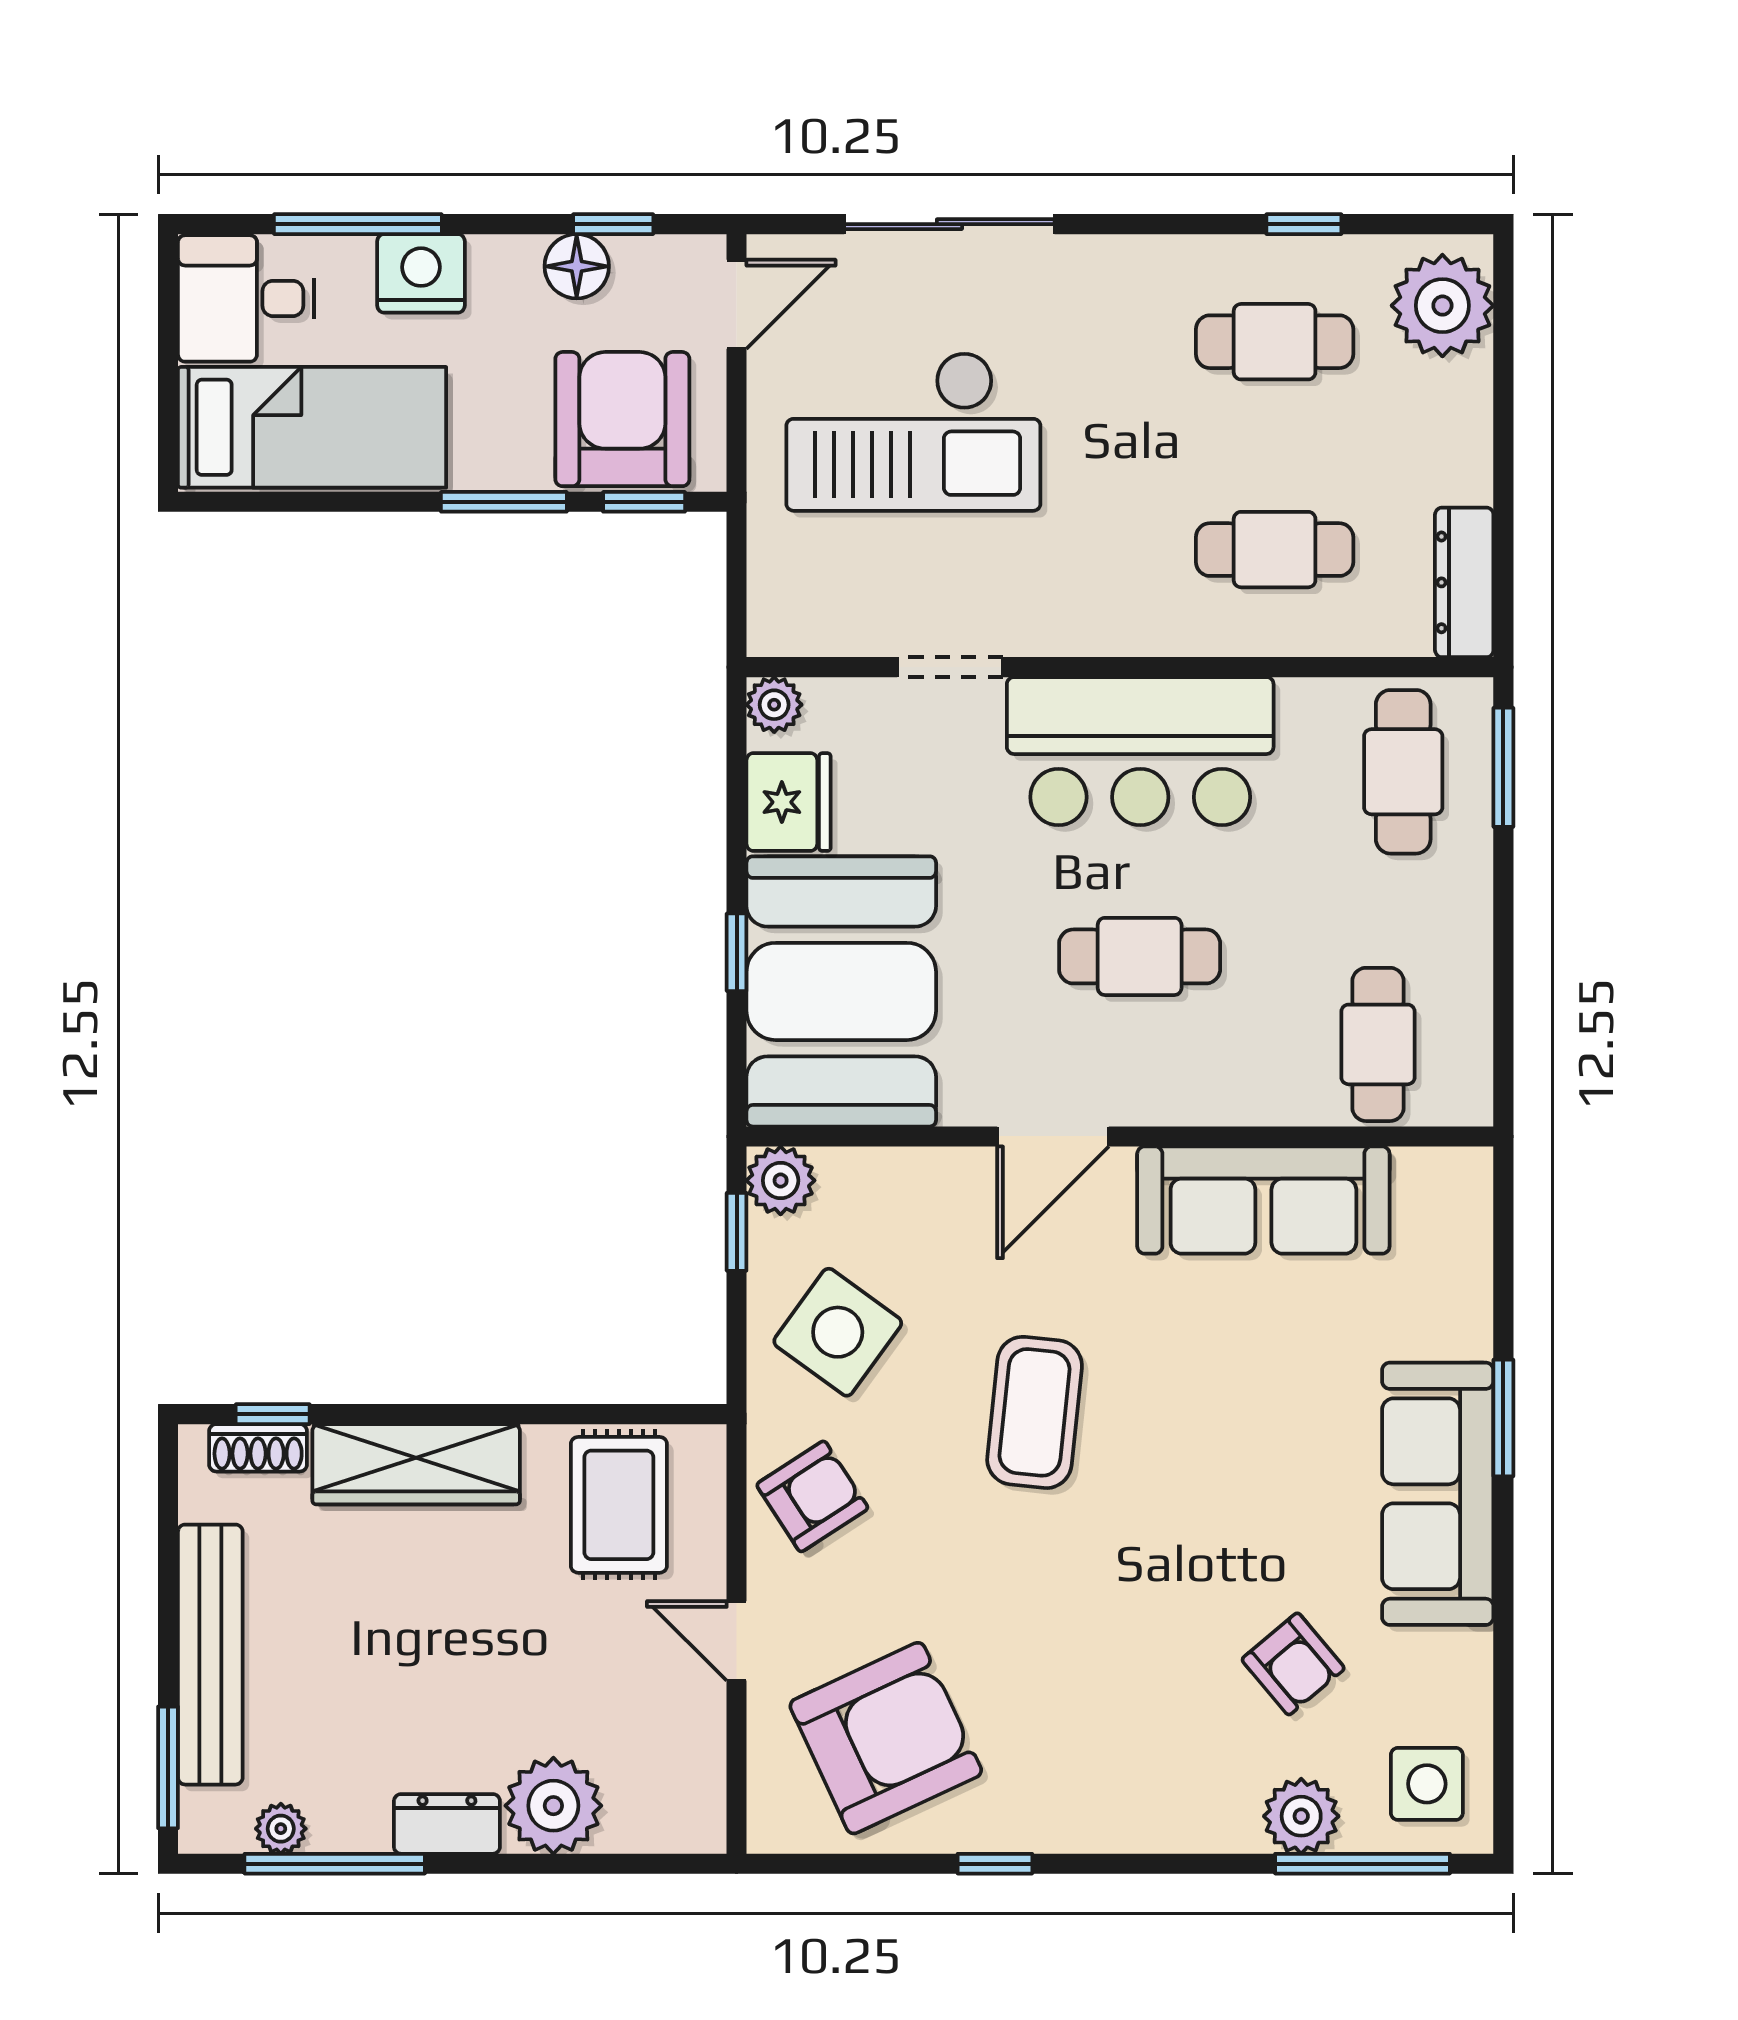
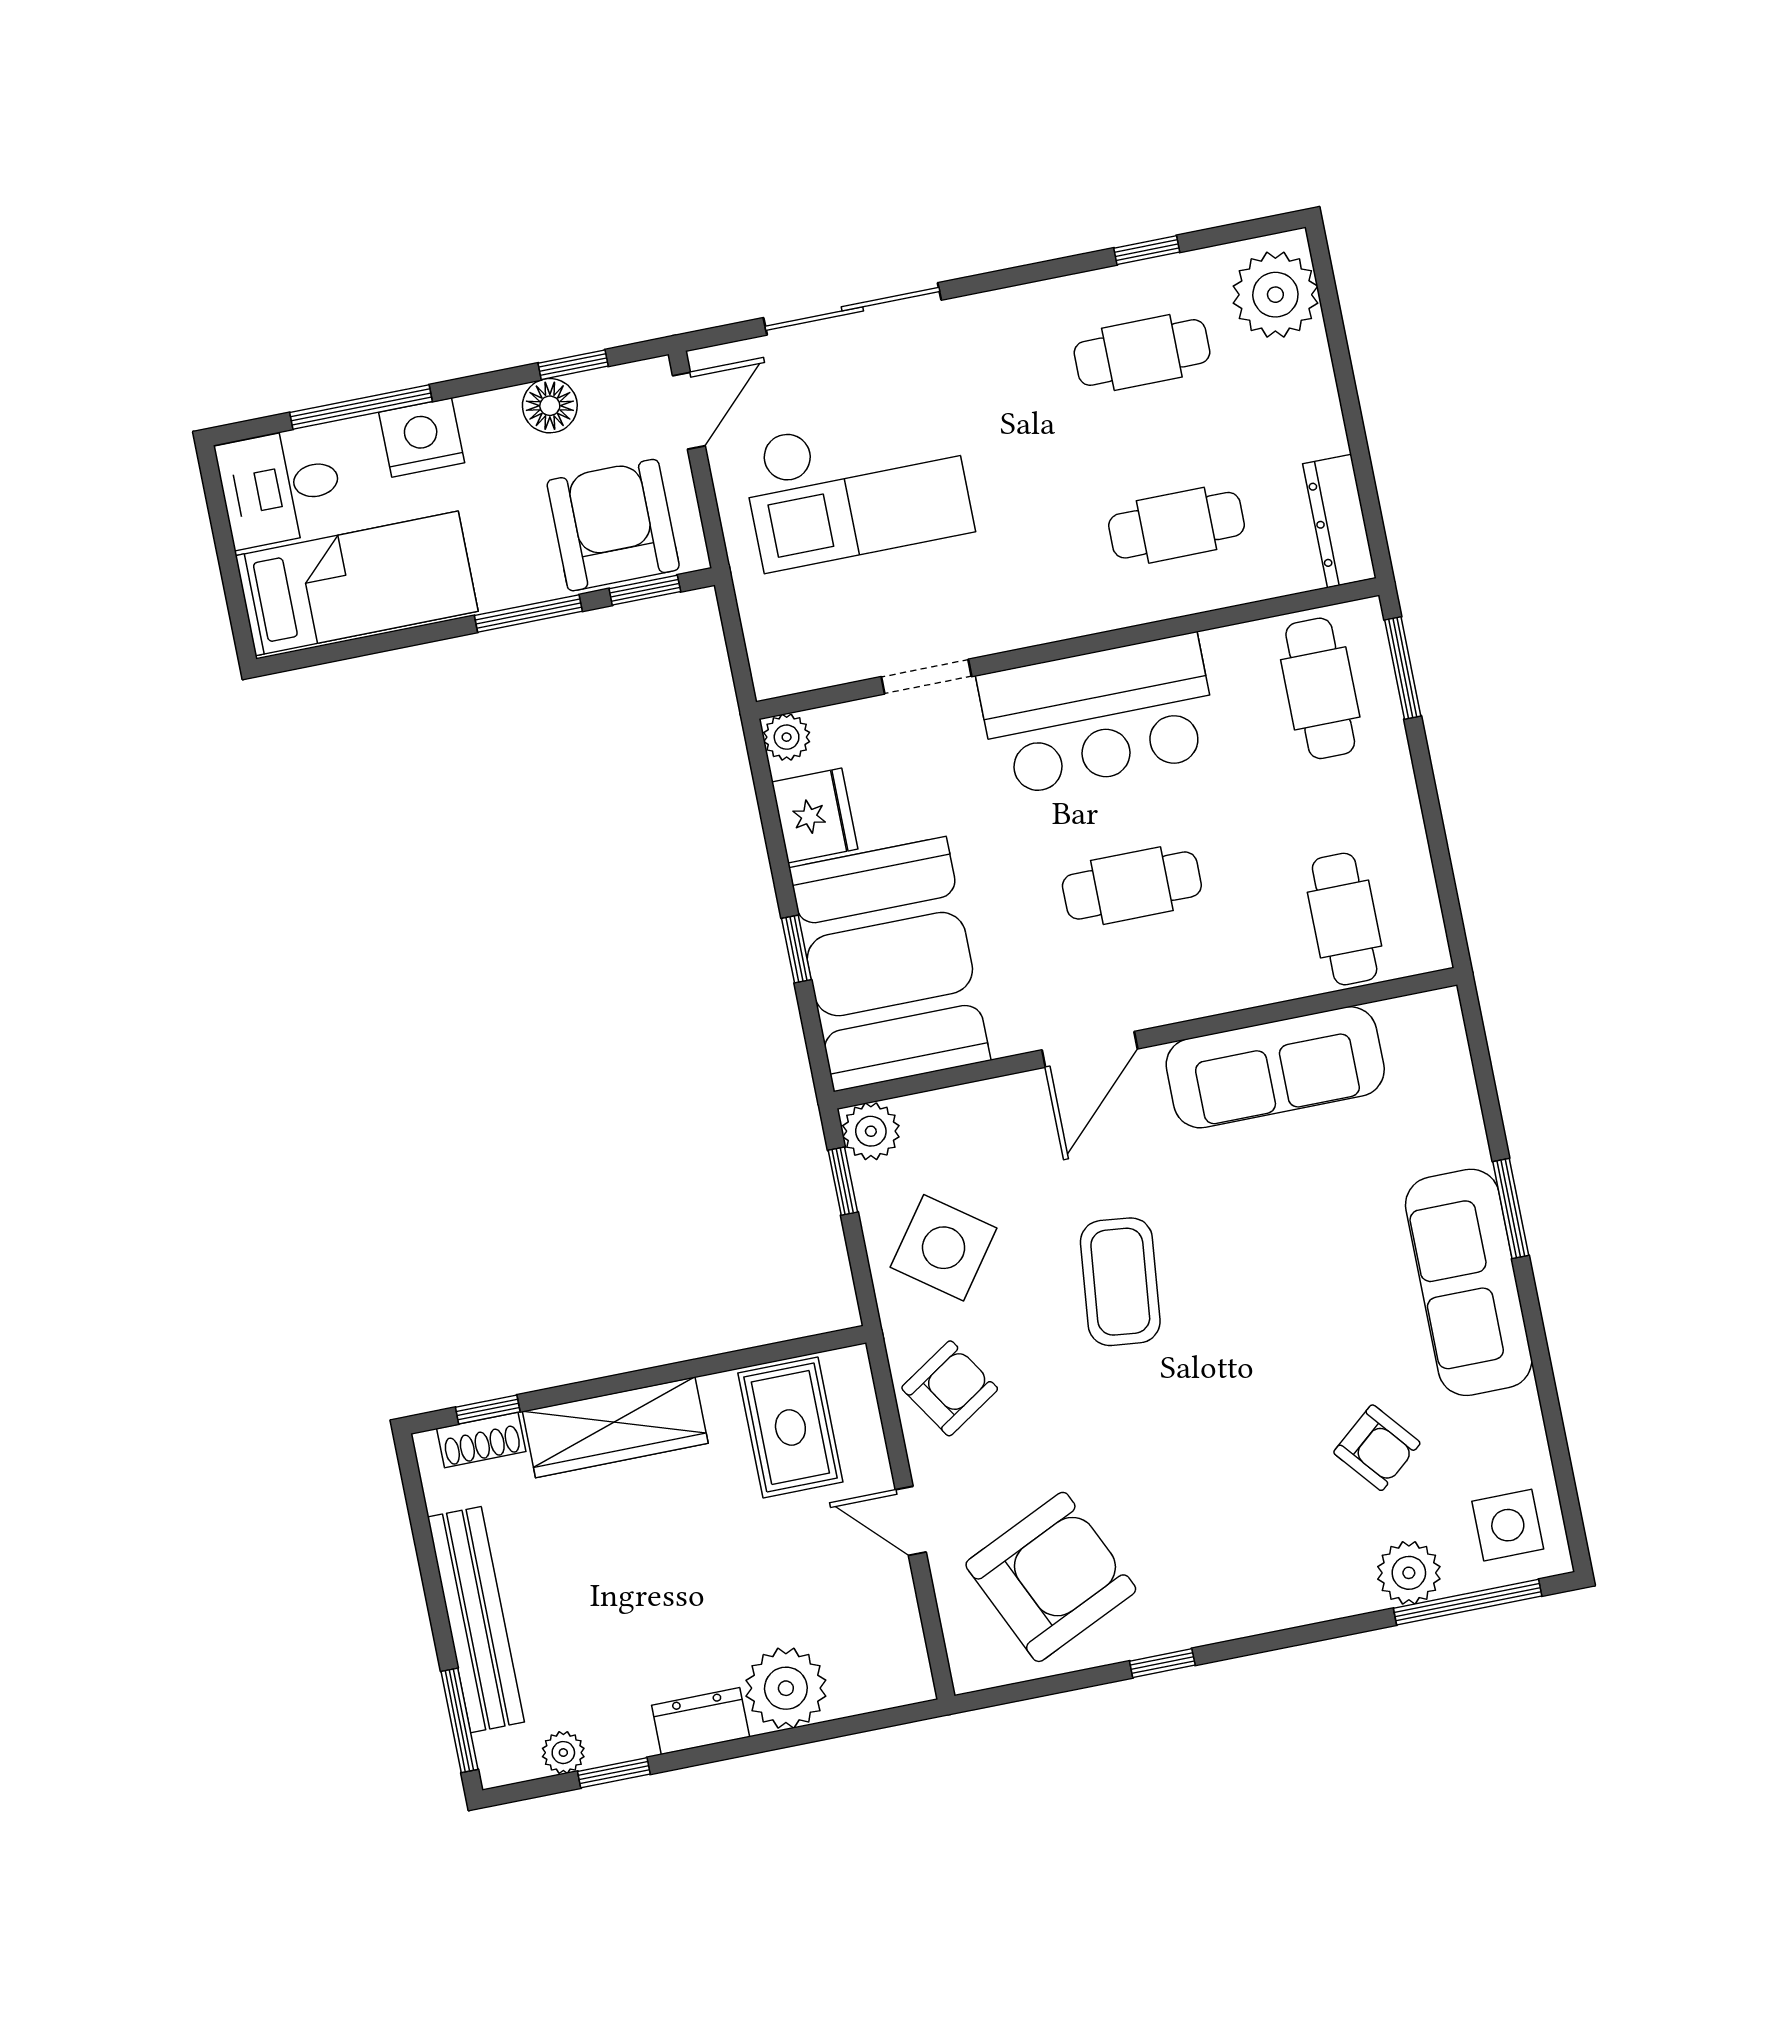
window: (335, 1864) -> (614, 1773), width x0.46

